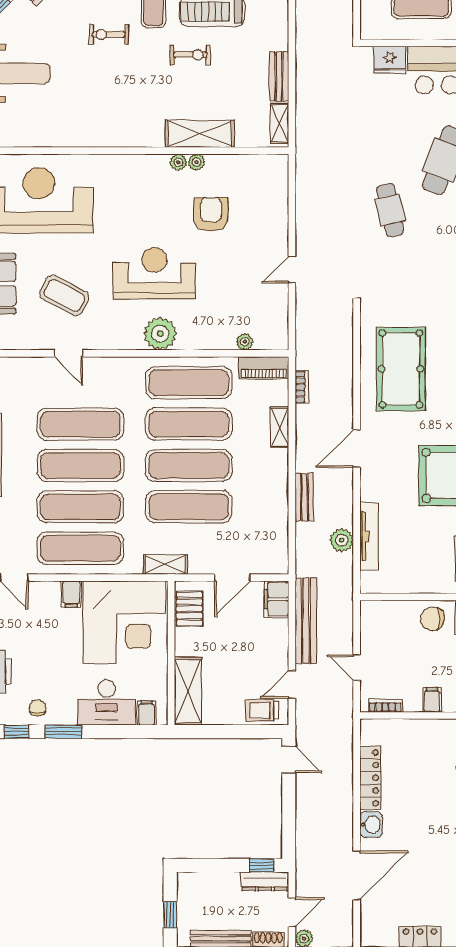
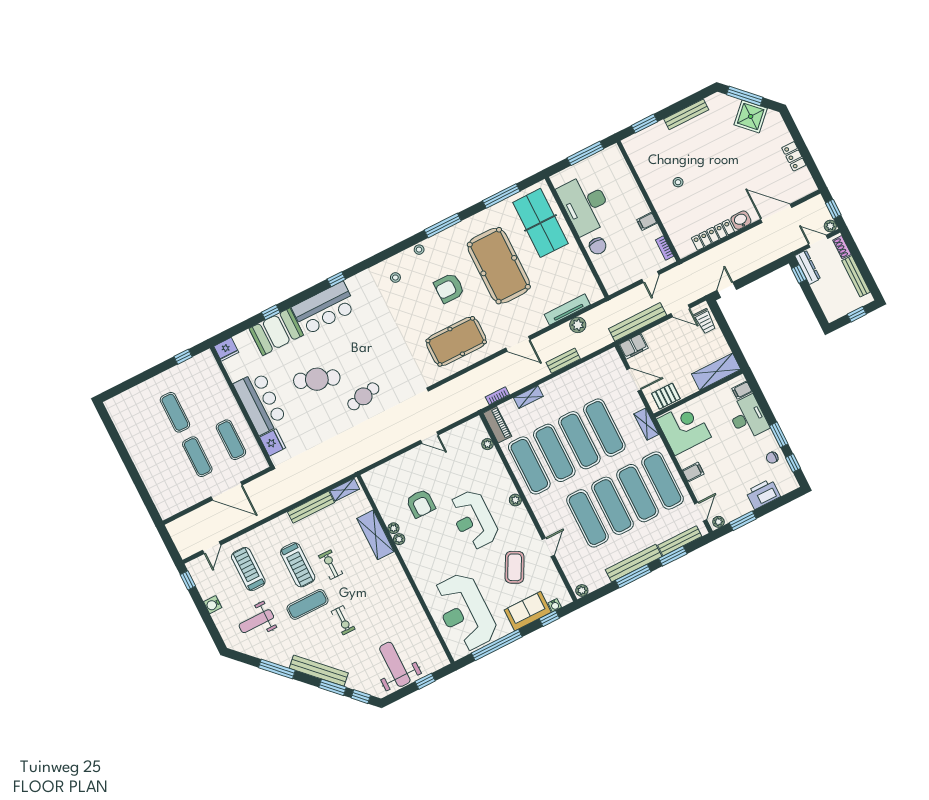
bench: (279, 76) -> (311, 507), width x1.36
armchair: (211, 214) -> (421, 504), turned -90
plant: (160, 334) -> (515, 500), width x0.53, depth x0.53
corner desk: (124, 622) -> (684, 428), width x0.74, depth x0.74

